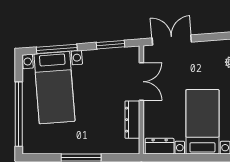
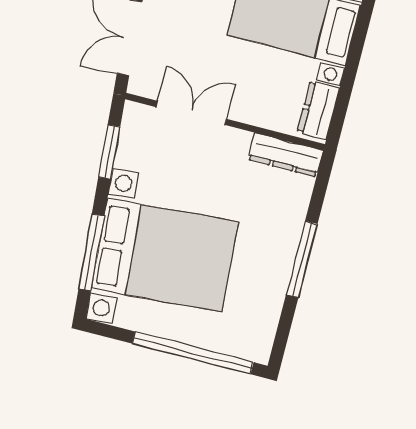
bed with nightstands: (54, 88) -> (165, 255), width x1.36
dresser: (132, 120) -> (286, 155), moved

